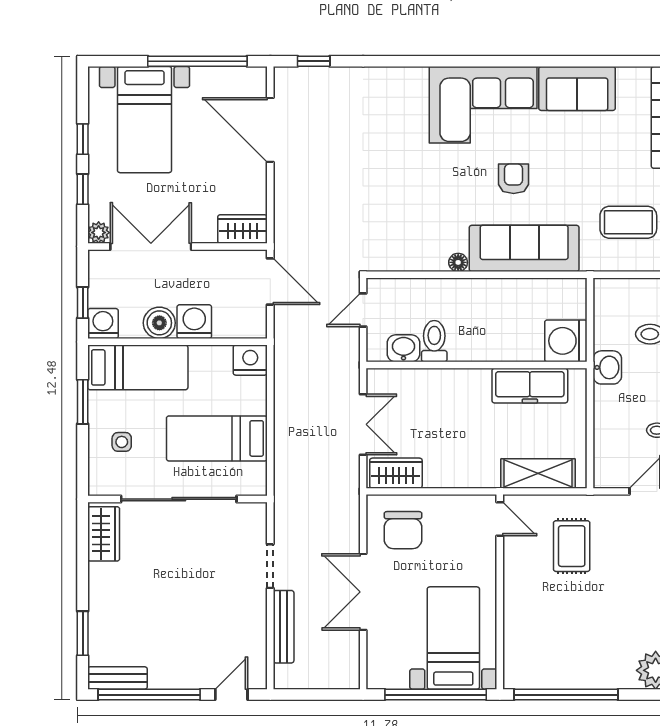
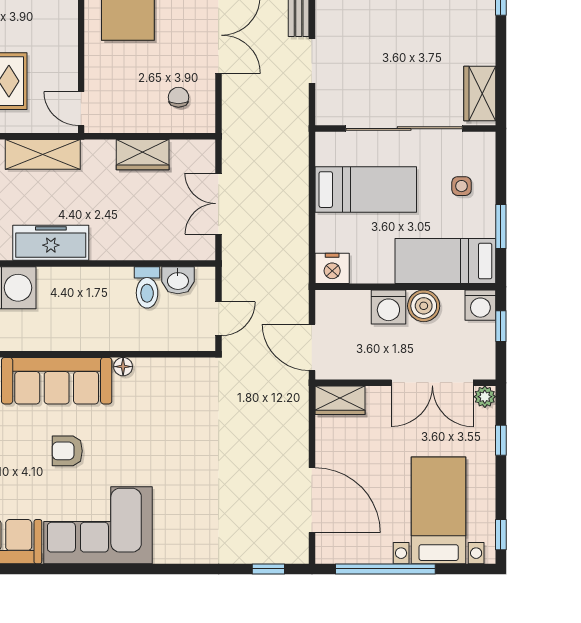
window: (83, 139) -> (501, 535), moved
armchair: (514, 179) -> (67, 451), turned 90
wardrobe: (396, 473) -> (143, 155), moved
chair: (403, 530) -> (178, 97), width x0.54, depth x0.54

